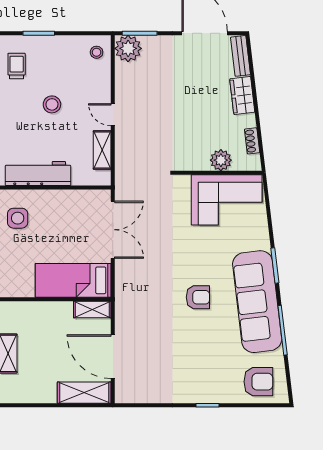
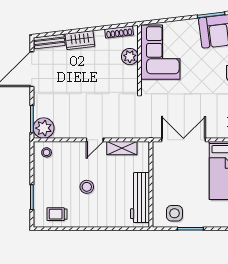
shoe rack: (252, 141) -> (119, 32), width x1.43

